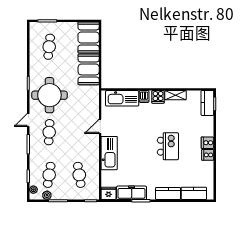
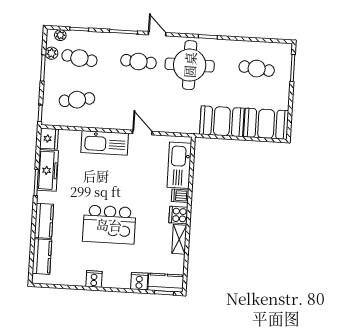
cooker: (207, 143) -> (139, 281), moved
kitchen island: (168, 146) -> (109, 225), width x1.37, depth x1.28

